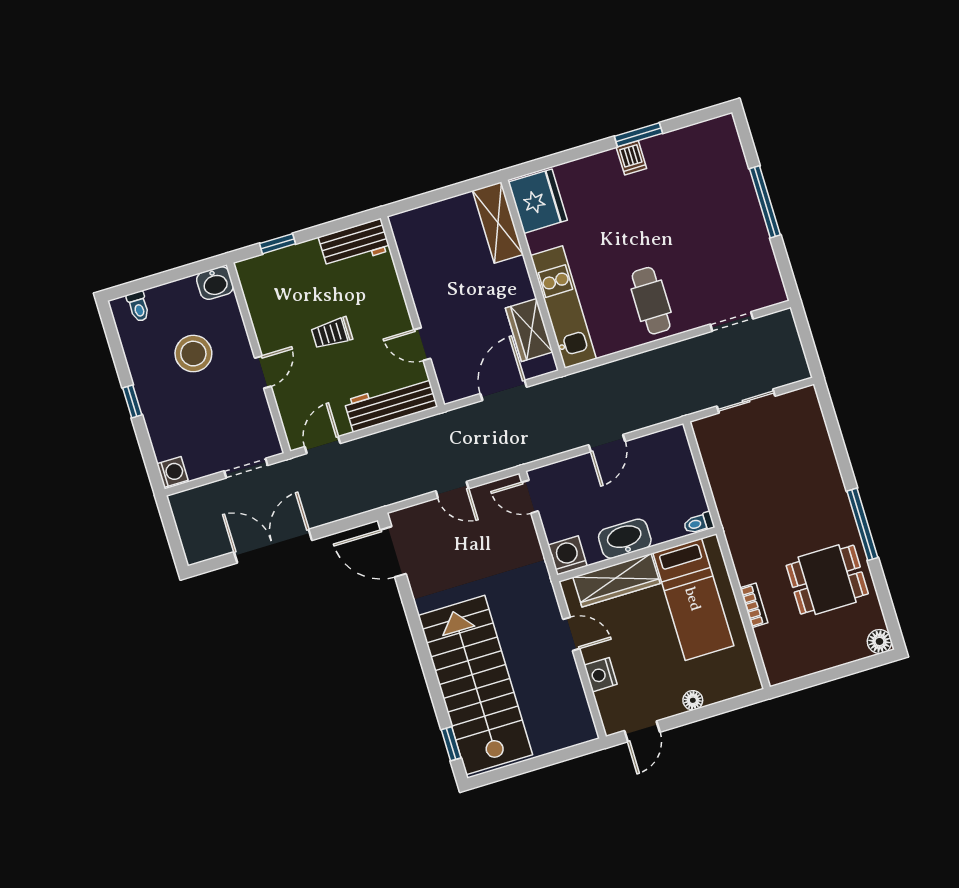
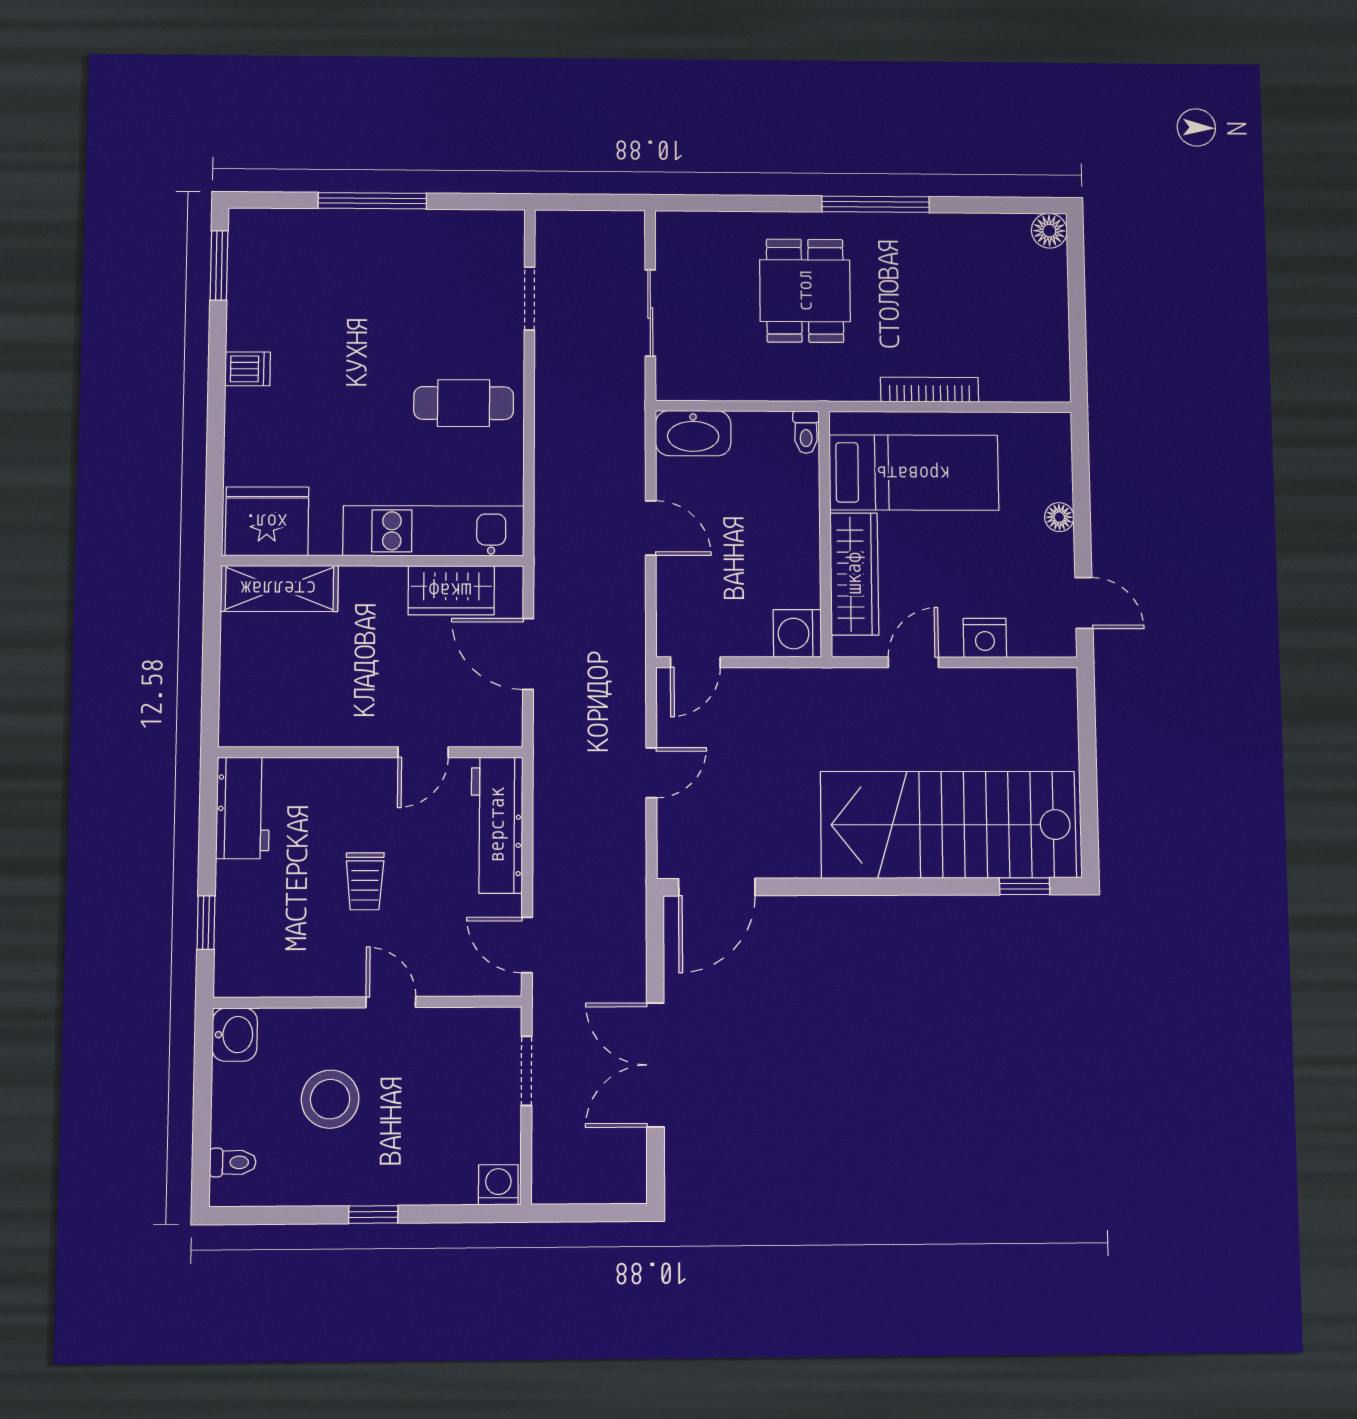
window: (638, 135) -> (219, 265), moved
washbasin: (625, 539) -> (693, 433), moved, turned -90
dining table: (827, 580) -> (805, 291), moved
bookcase: (754, 605) -> (930, 390), width x1.56

